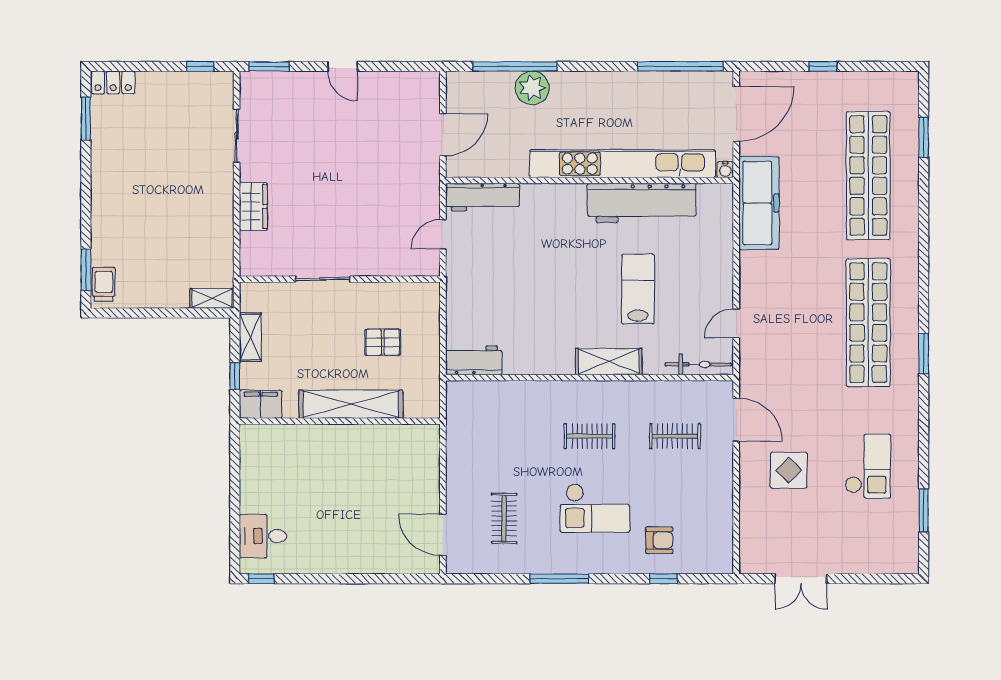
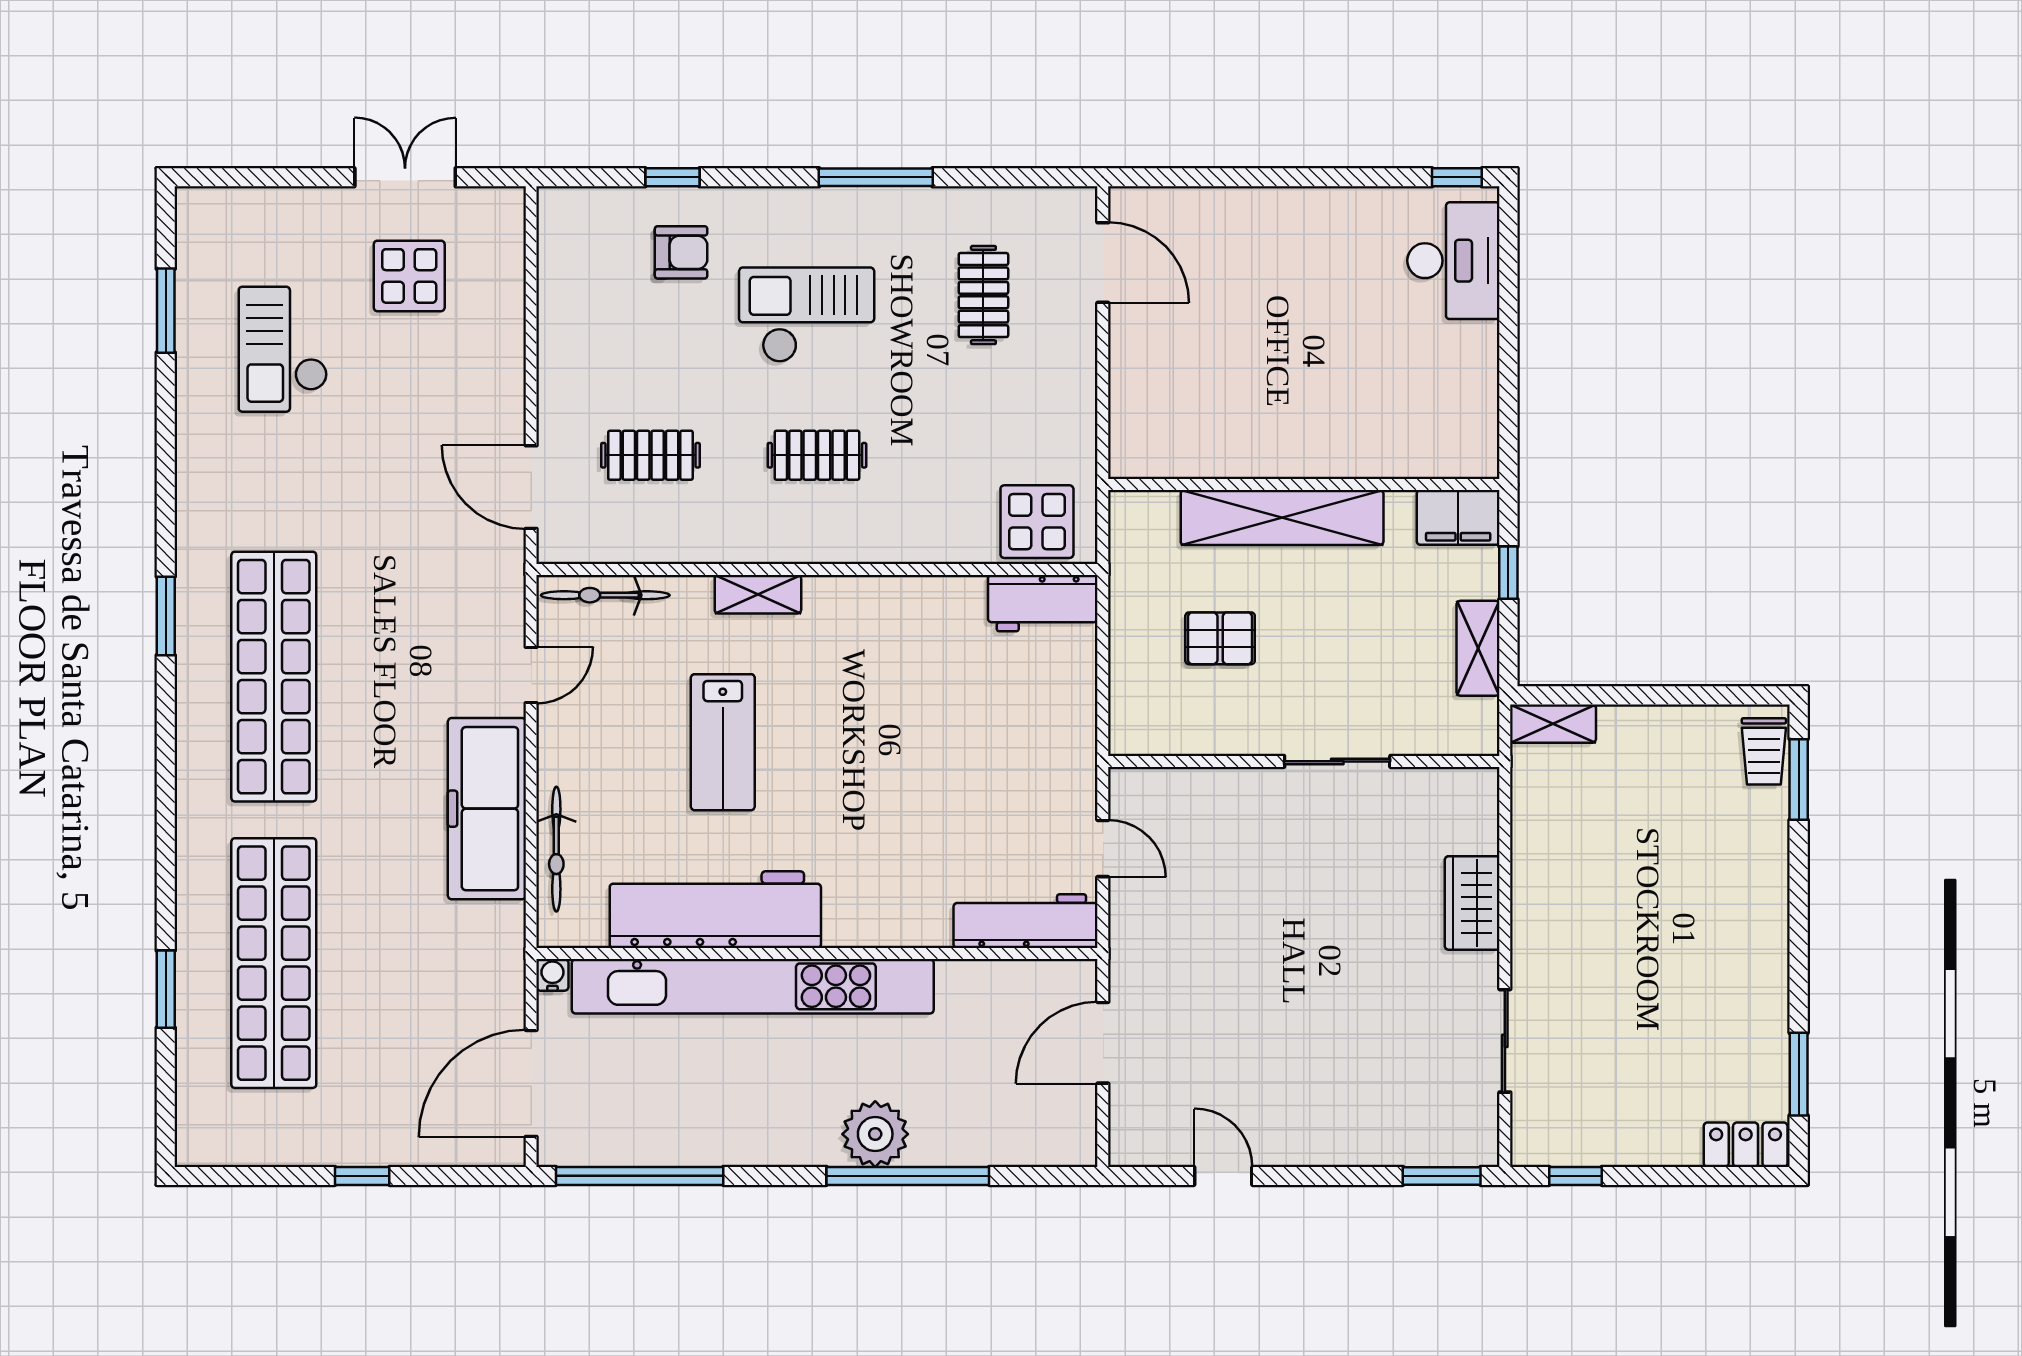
door: (343, 66) -> (1223, 1176), moved
window: (515, 66) -> (908, 1176), moved
plant: (532, 88) -> (875, 1134), moved
window: (924, 137) -> (166, 989), moved
freezer: (759, 203) -> (487, 809), moved
door: (443, 234) -> (1103, 849), hinge flipped
bicycle: (723, 234) -> (556, 849), added
shelving: (609, 362) -> (758, 594), width x0.67, depth x0.75
display table: (477, 402) -> (1037, 522), added
checkout: (868, 466) -> (283, 349), moved
display table: (789, 470) -> (409, 276), moved
desk: (263, 536) -> (1453, 261), width x1.37
armchair: (659, 540) -> (681, 252), turned 180

